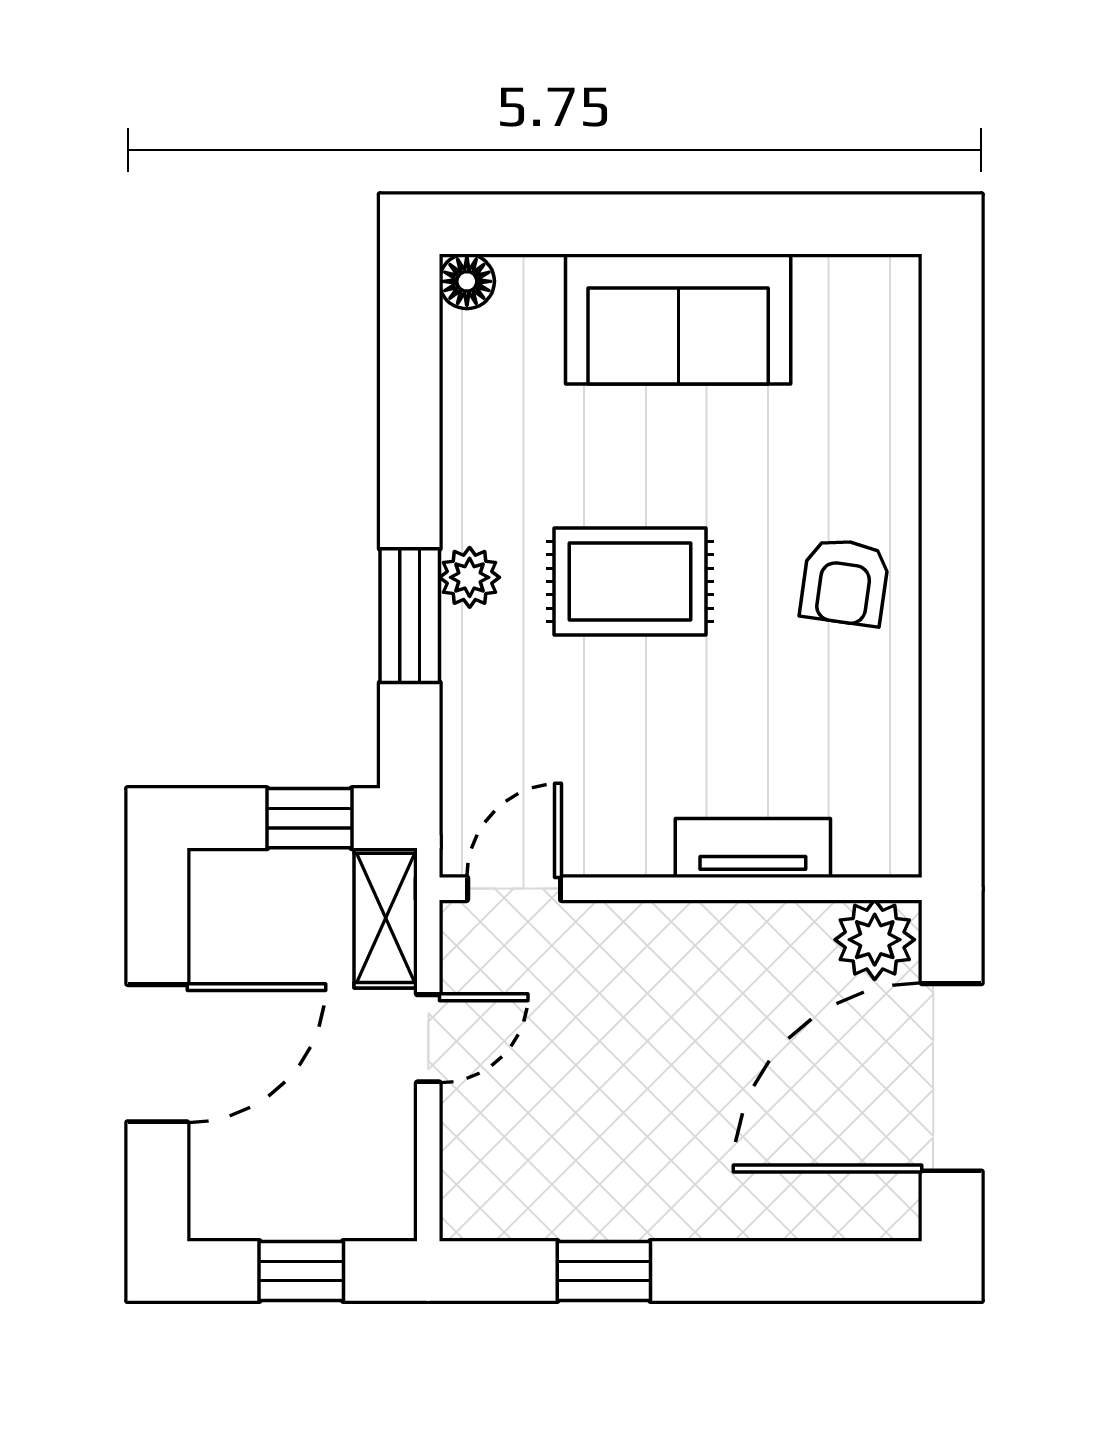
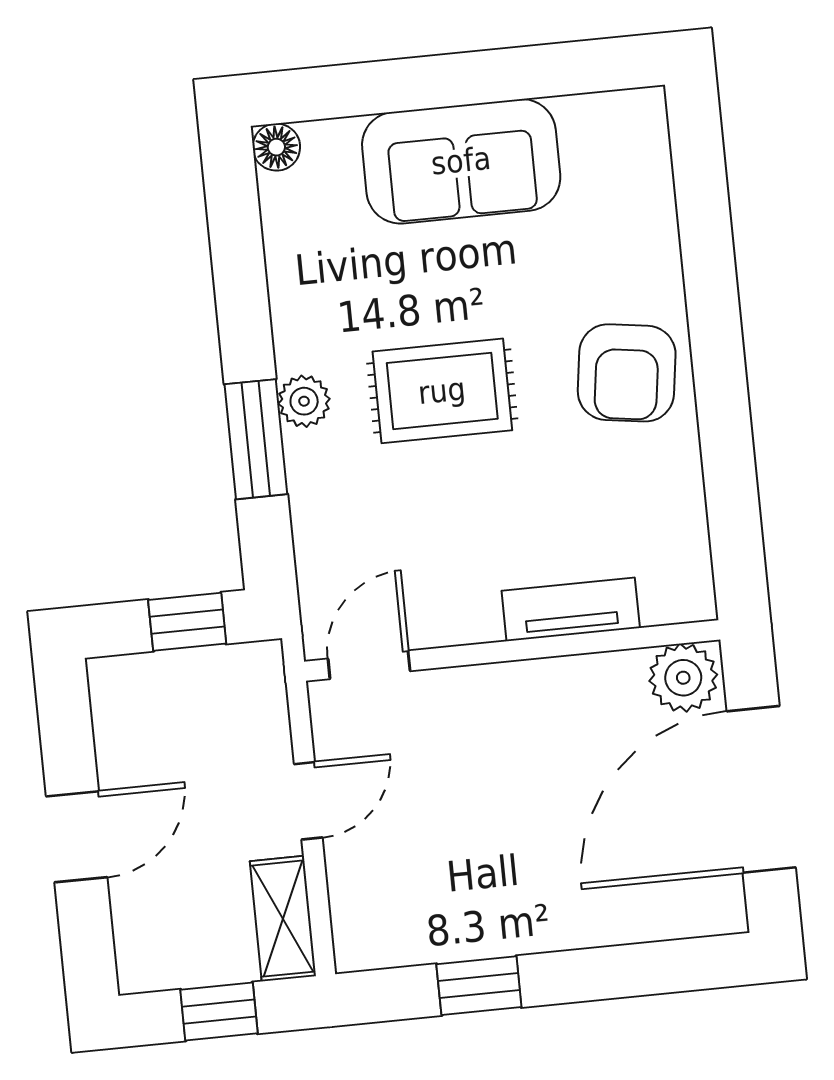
armchair: (845, 582) -> (627, 373), width x1.38, depth x1.38
shelving: (386, 918) -> (283, 919), moved
door: (157, 1053) -> (77, 837), width x0.73

